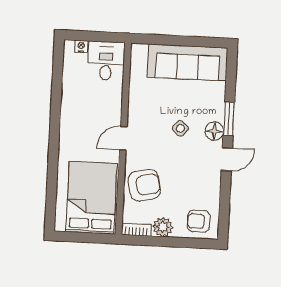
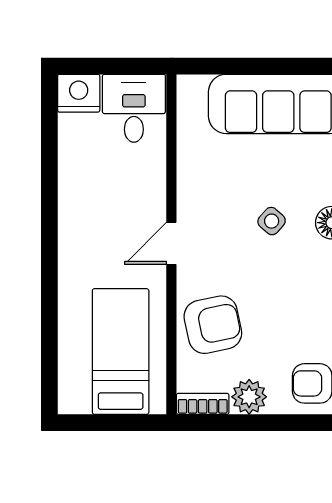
nightstand: (81, 46) -> (79, 93), width x1.89, depth x1.79
bed: (91, 198) -> (121, 352), width x0.67

